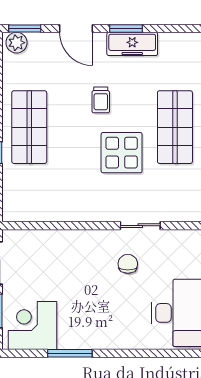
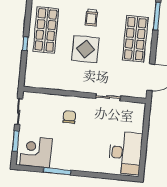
display table: (122, 153) -> (85, 49), moved
chair: (128, 264) -> (69, 117), moved

